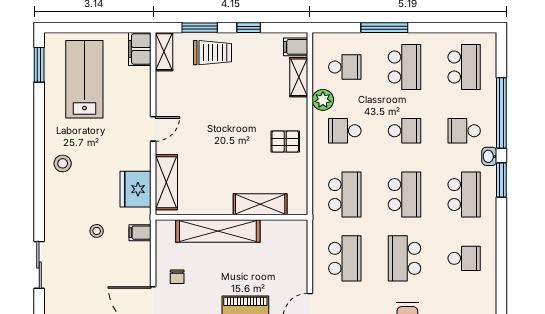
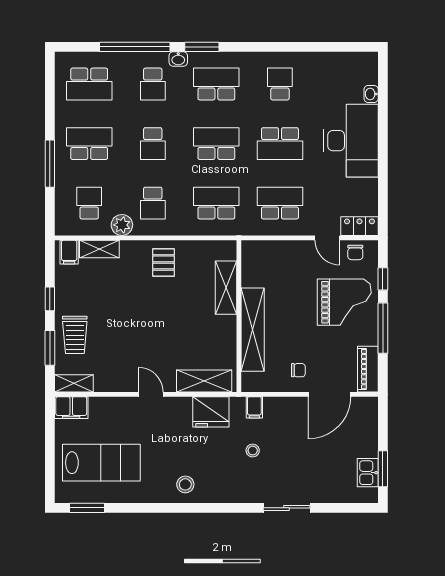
trolley: (213, 53) -> (75, 335), turned 180
school desk: (464, 67) -> (89, 84), turned 180
lab bench: (84, 79) -> (101, 463), turned 180
school desk: (404, 131) -> (153, 144), turned 180

